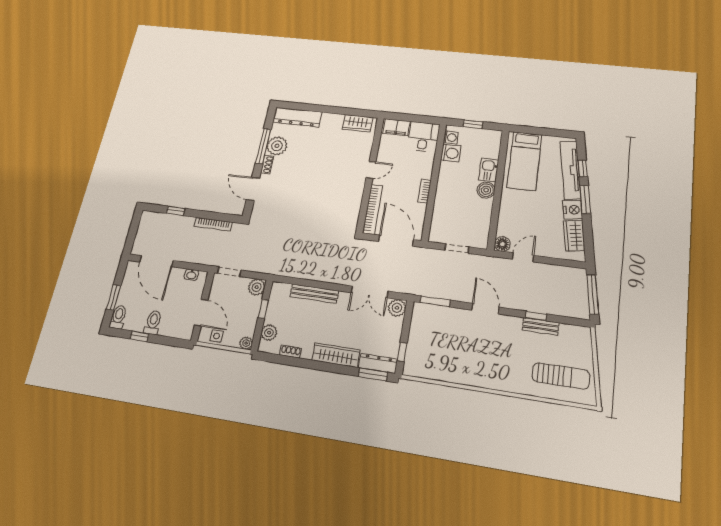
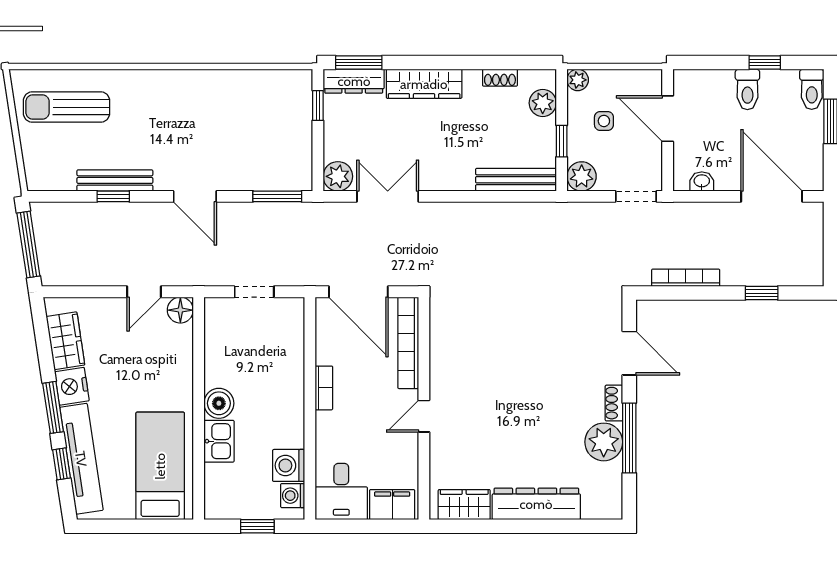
dresser: (297, 117) -> (536, 504), moved
bench: (314, 294) -> (516, 180), moved
bench: (541, 326) -> (115, 180), width x1.36
side table: (217, 336) -> (604, 121), moved

